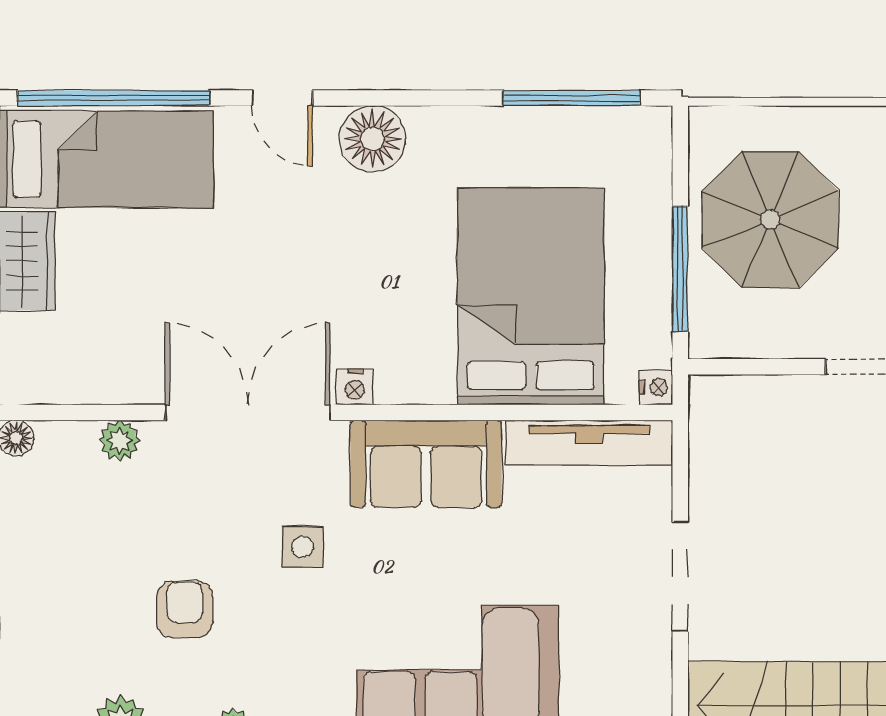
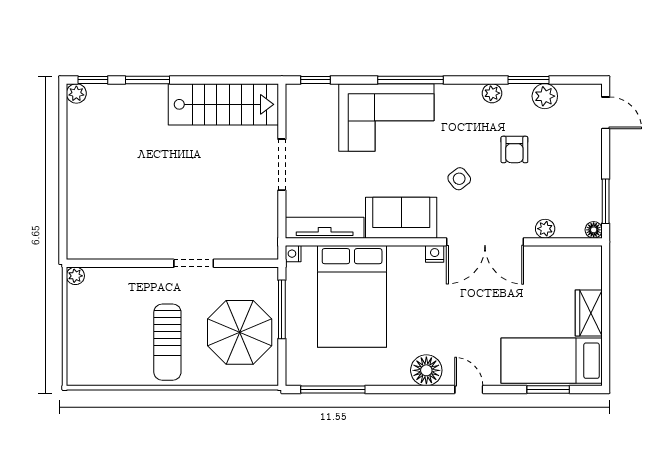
window: (113, 98) -> (548, 389), width x0.47
side table: (302, 547) -> (459, 179), turned -38

